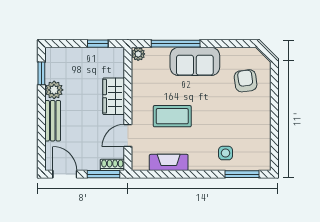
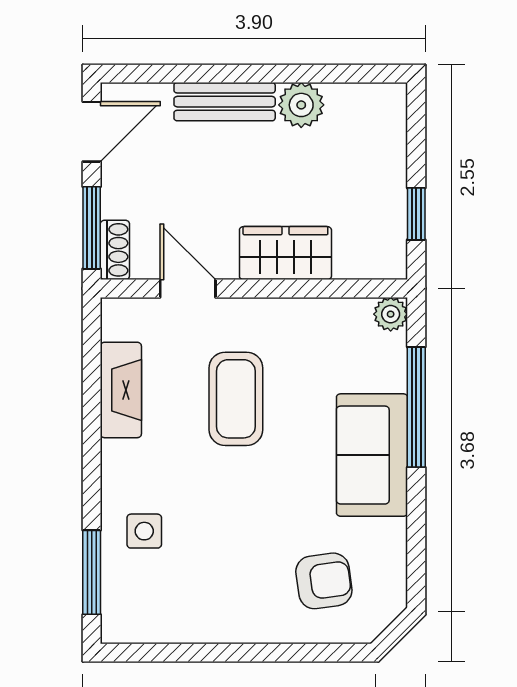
window: (41, 73) -> (342, 74), removed

